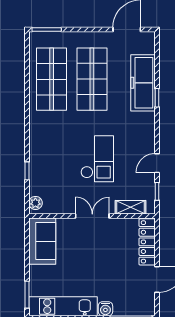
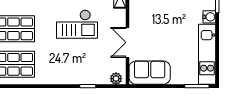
checkout: (97, 159) -> (77, 24), turned 180
double door: (92, 216) -> (127, 42), moved

